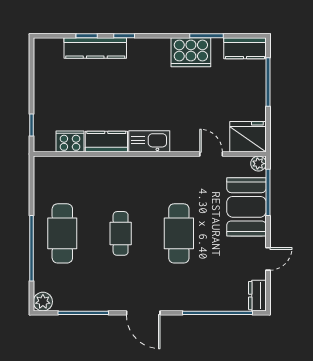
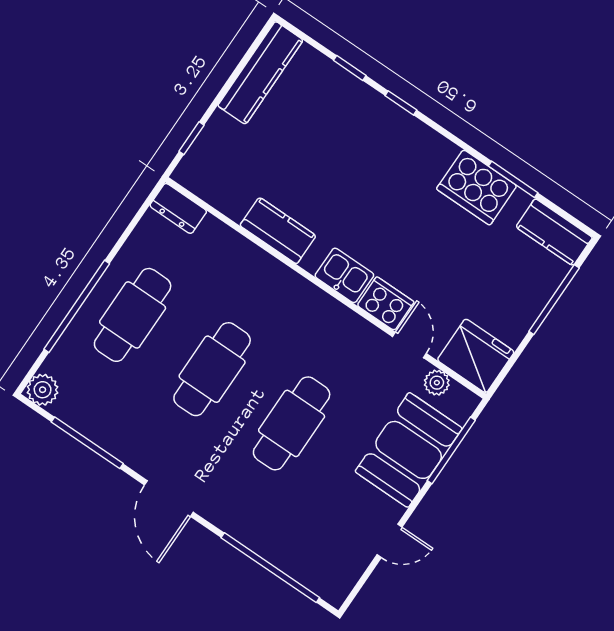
kitchen counter: (95, 48) -> (260, 73), moved, turned -90
cooker: (70, 141) -> (386, 304), moved
kitchen sink: (149, 141) -> (344, 275), width x0.73
plant: (258, 164) -> (437, 383), moved
cafe table: (121, 233) -> (212, 369), width x1.37, depth x1.35
dresser: (257, 296) -> (178, 208), moved, turned -90

